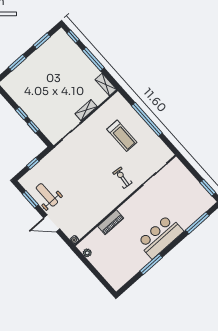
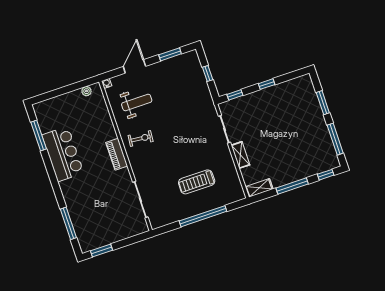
window: (42, 41) -> (335, 139), width x1.44
window: (33, 127) -> (235, 95), moved
exercise bike: (122, 178) -> (141, 138), moved
weight bench: (47, 195) -> (137, 102), moved
piano: (111, 222) -> (117, 154), moved
bar counter: (160, 237) -> (63, 154), moved
window: (151, 264) -> (39, 136), moved

